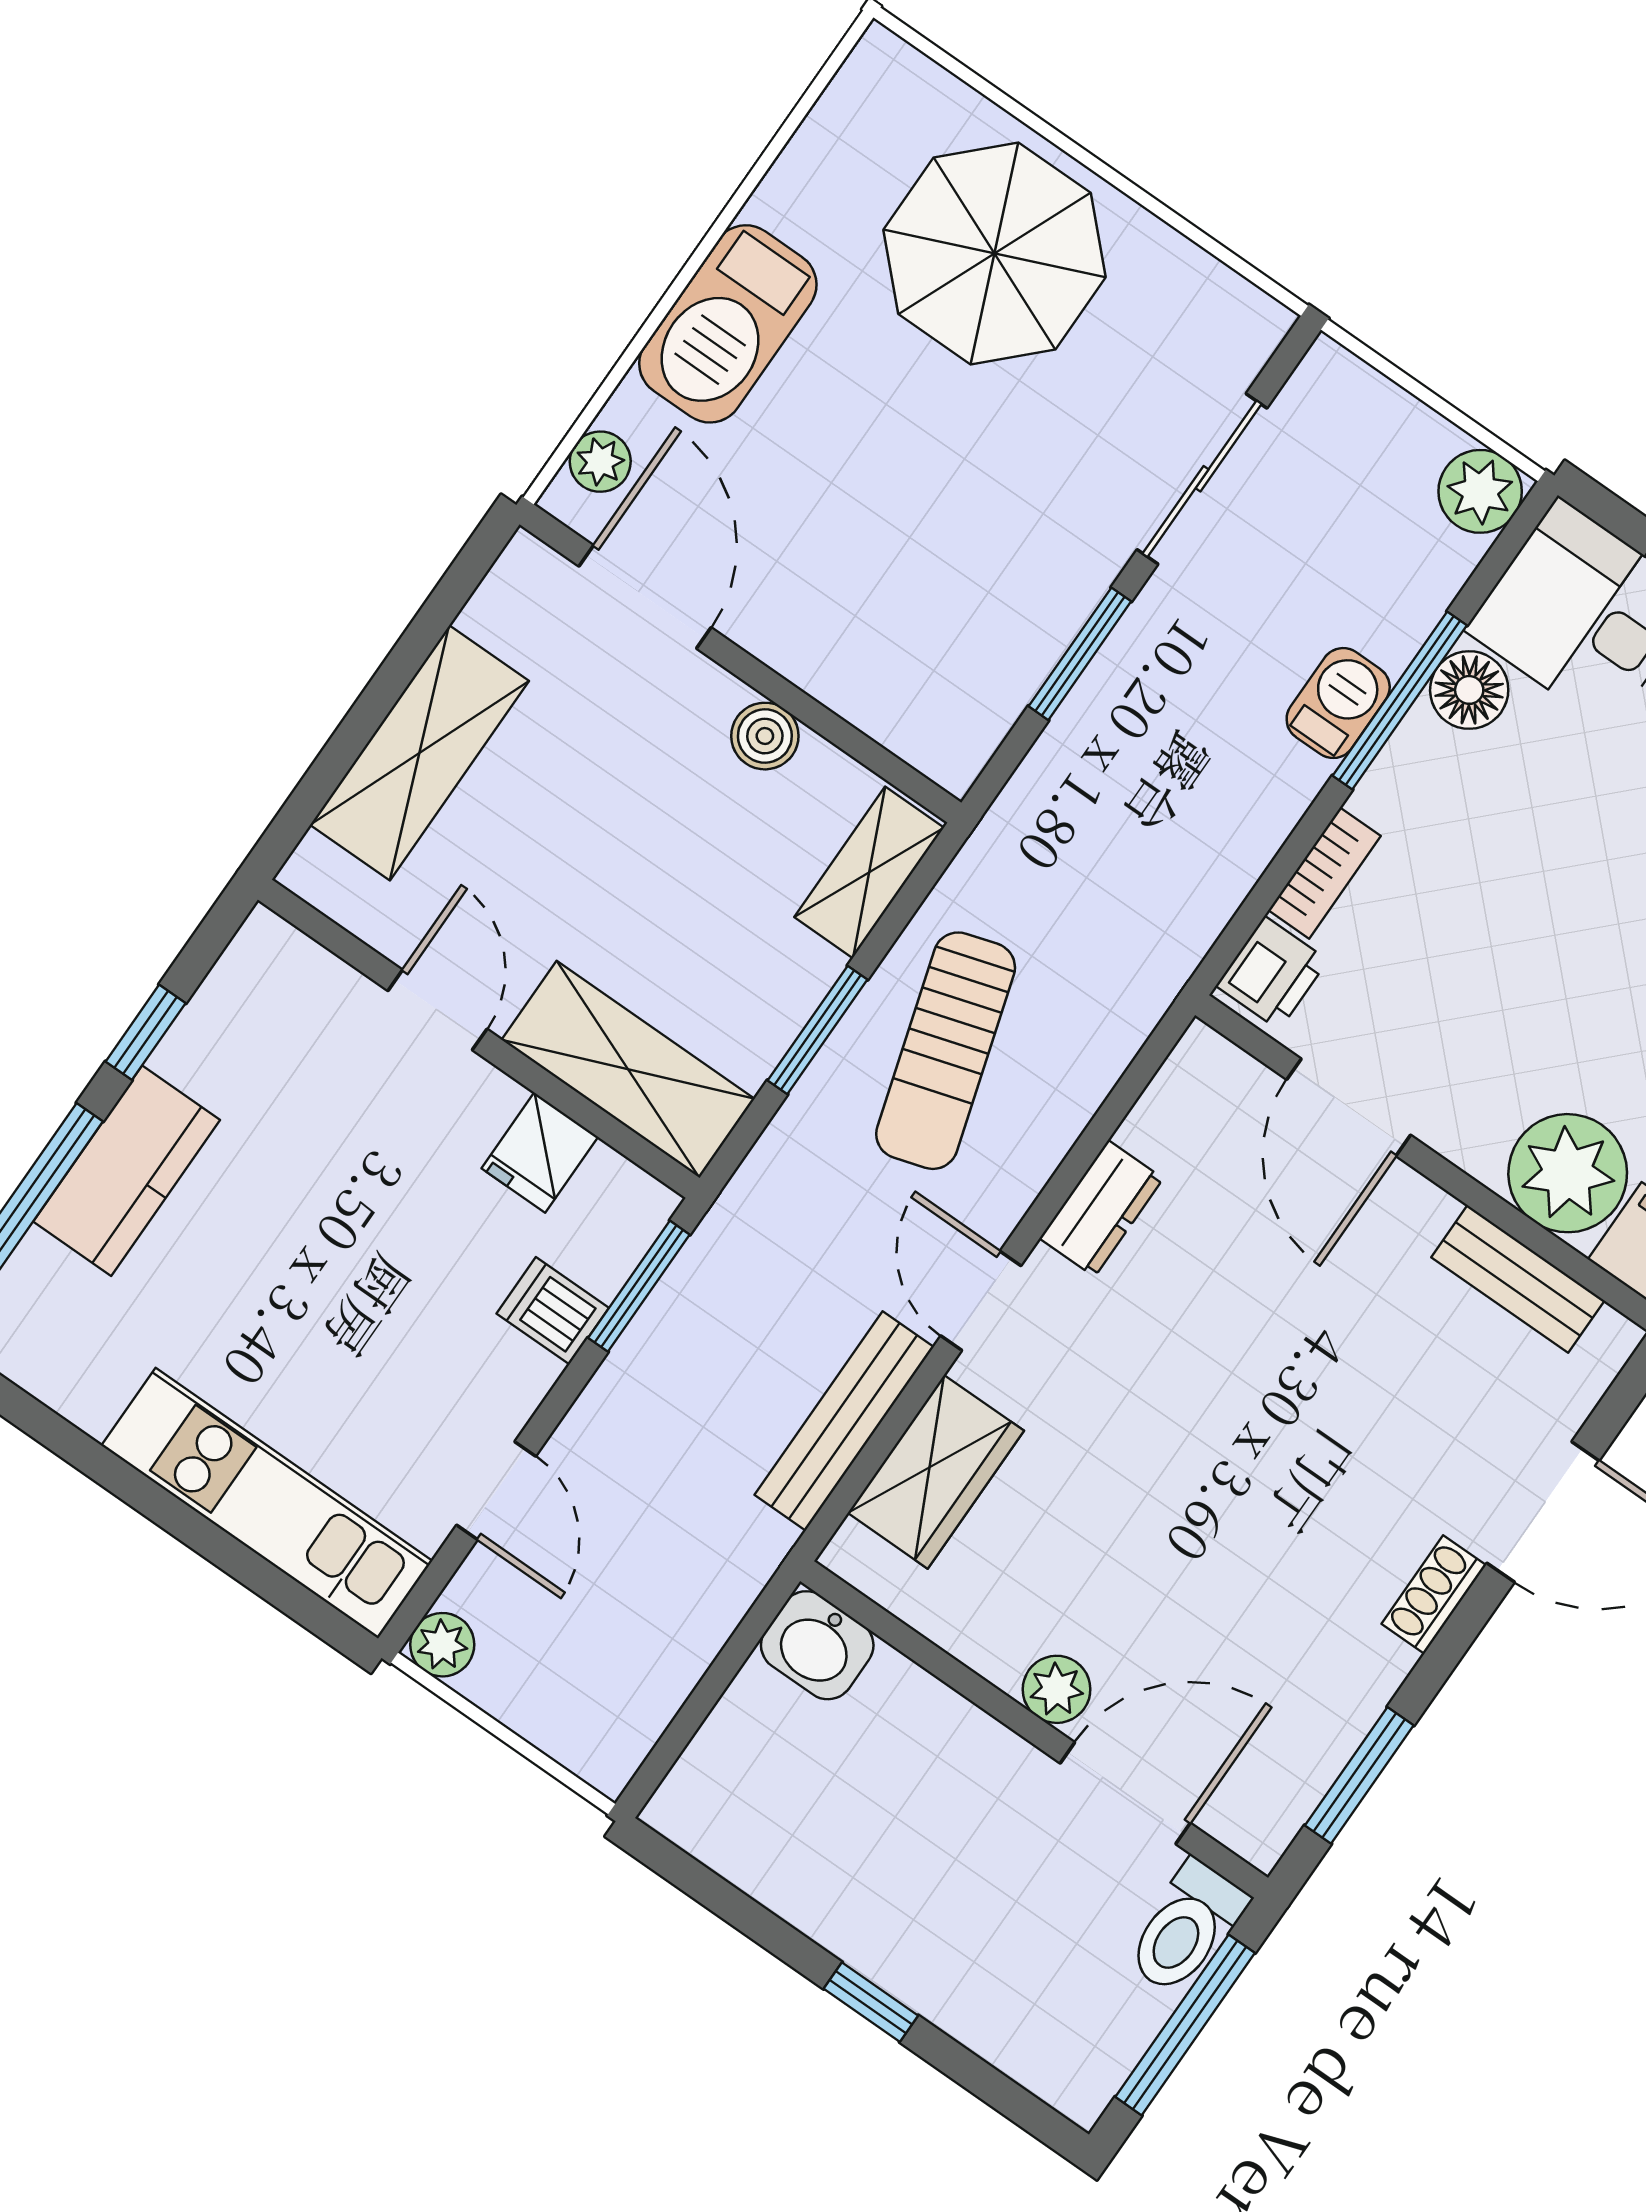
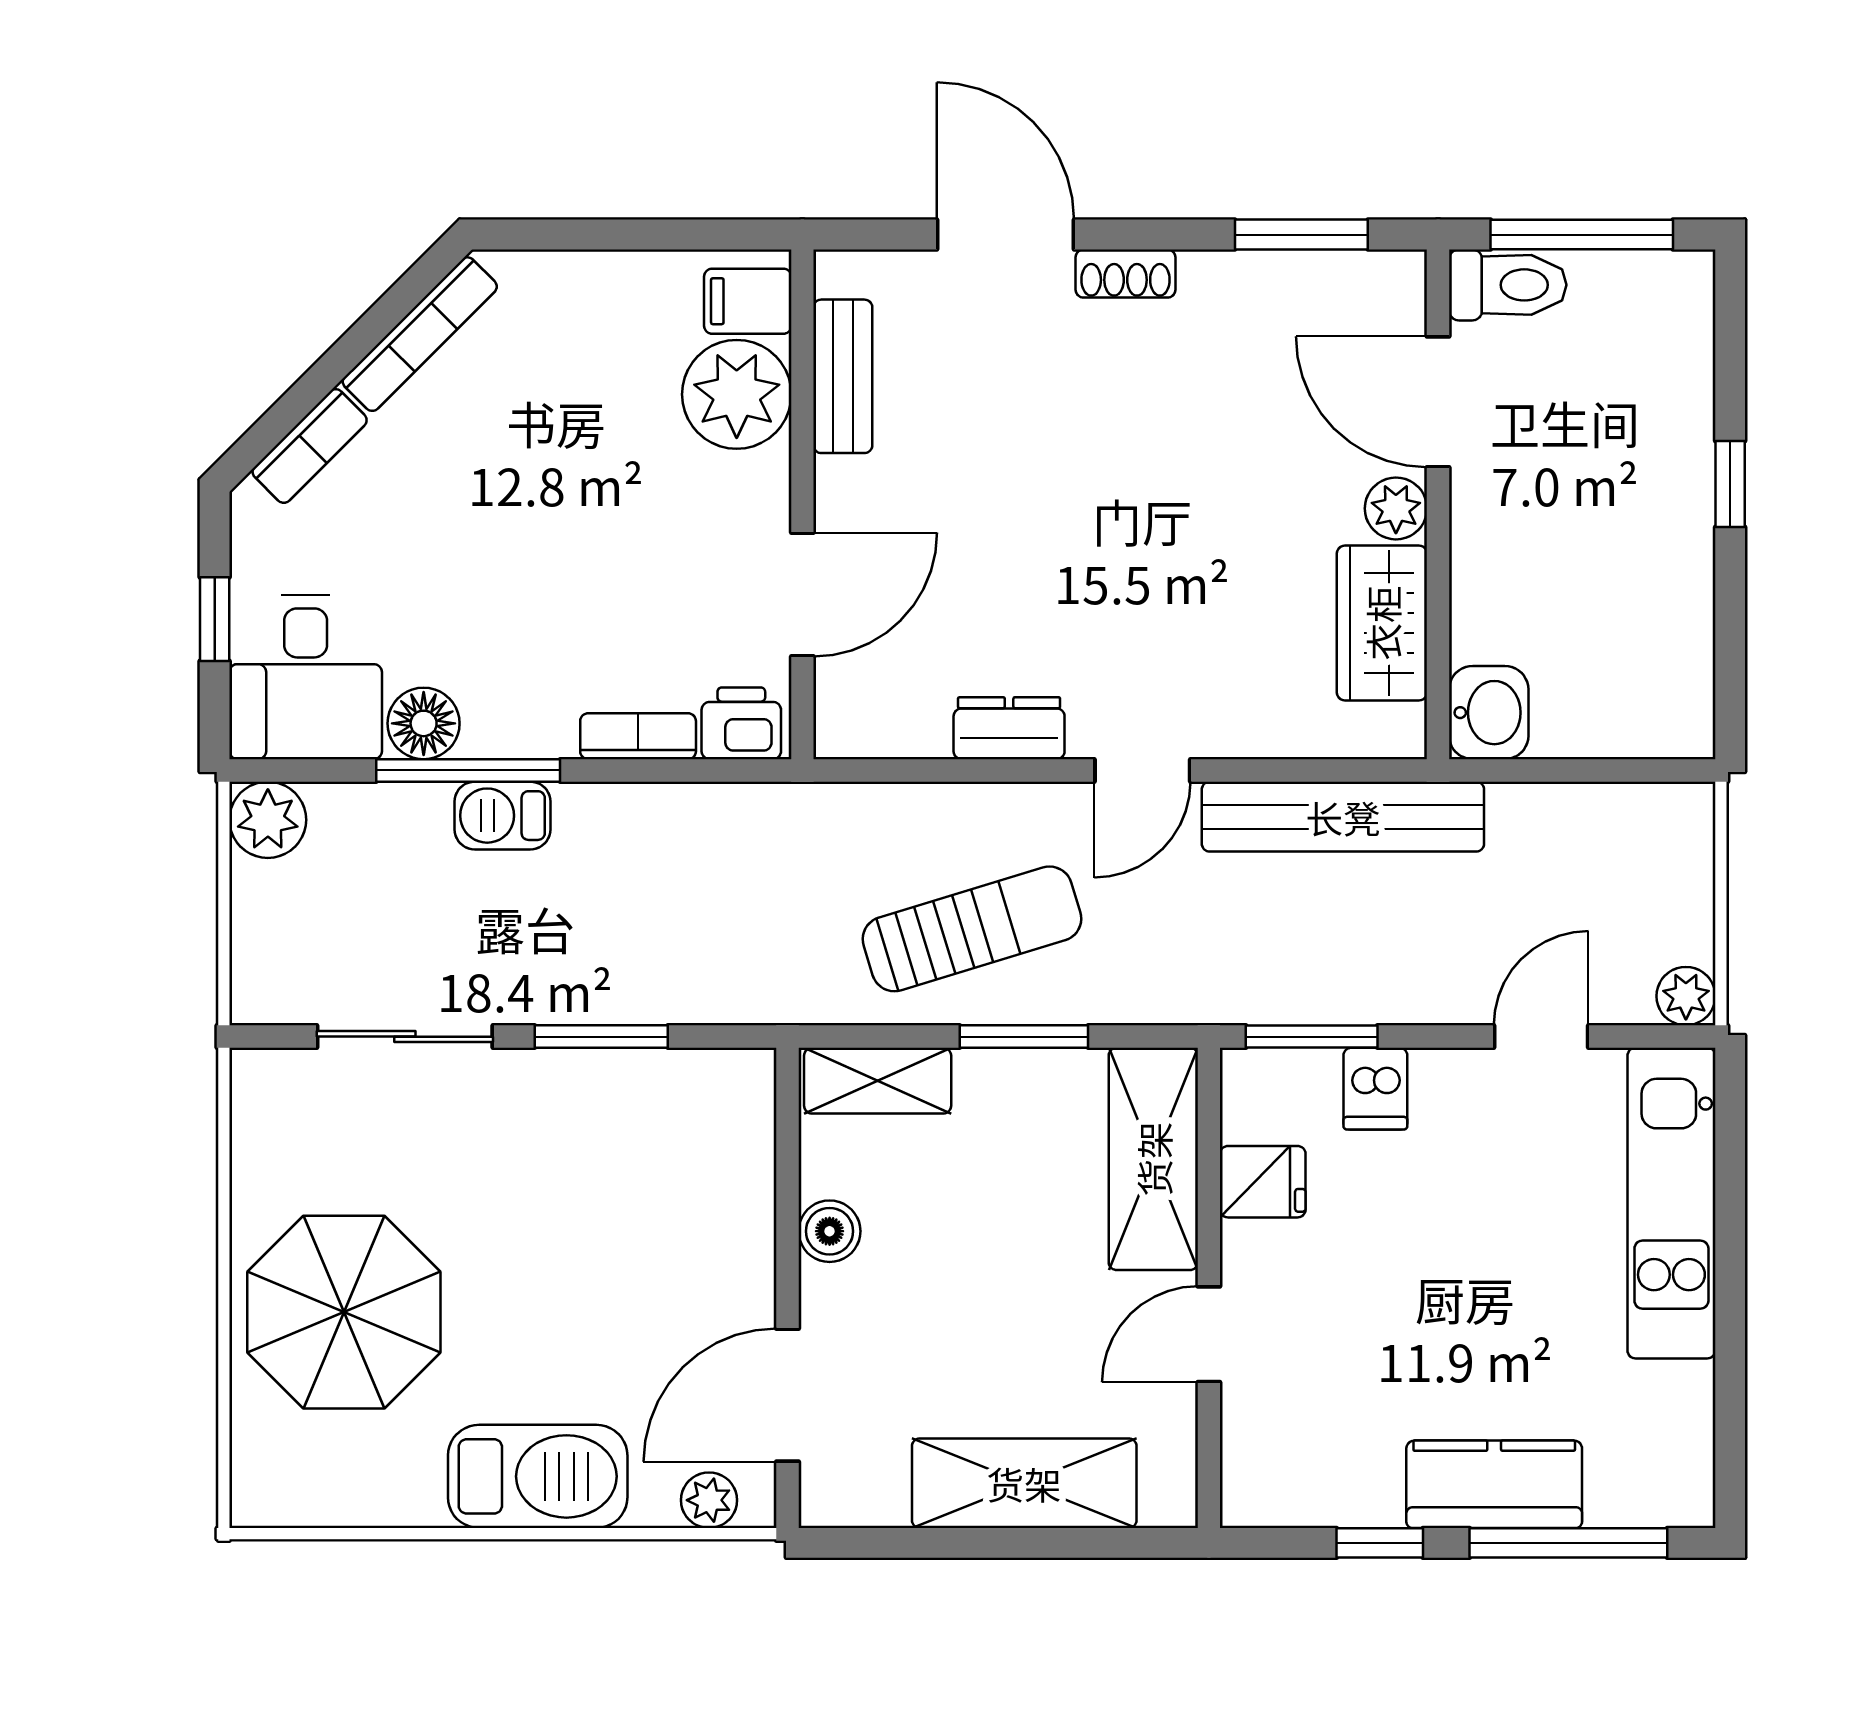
bench: (844, 1421) -> (1343, 817), width x1.37, depth x1.21
wardrobe: (936, 1472) -> (1382, 623), moved, turned -90

